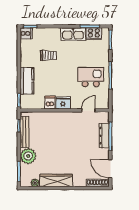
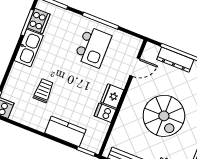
kitchen island: (91, 77) -> (93, 47), turned 180
door: (88, 110) -> (135, 67), swing flipped
spiral stairs: (63, 143) -> (164, 116), added

